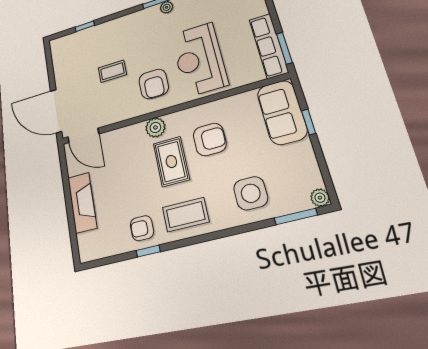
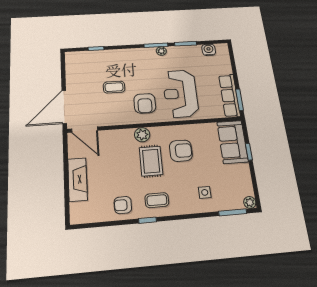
door: (56, 111) -> (64, 107), hinge flipped
side table: (251, 193) -> (205, 192), width x0.54, depth x0.54
coffee table: (186, 215) -> (157, 200), width x0.73, depth x0.77
window: (148, 251) -> (148, 220), moved

